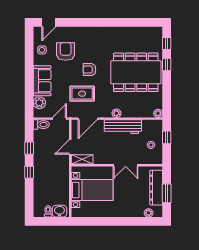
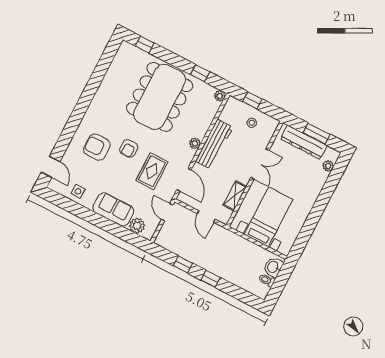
armchair: (66, 51) -> (97, 147), moved
window: (167, 65) -> (200, 73), moved
toilet: (41, 125) -> (163, 236), removed
shelving: (82, 159) -> (235, 196), moved

